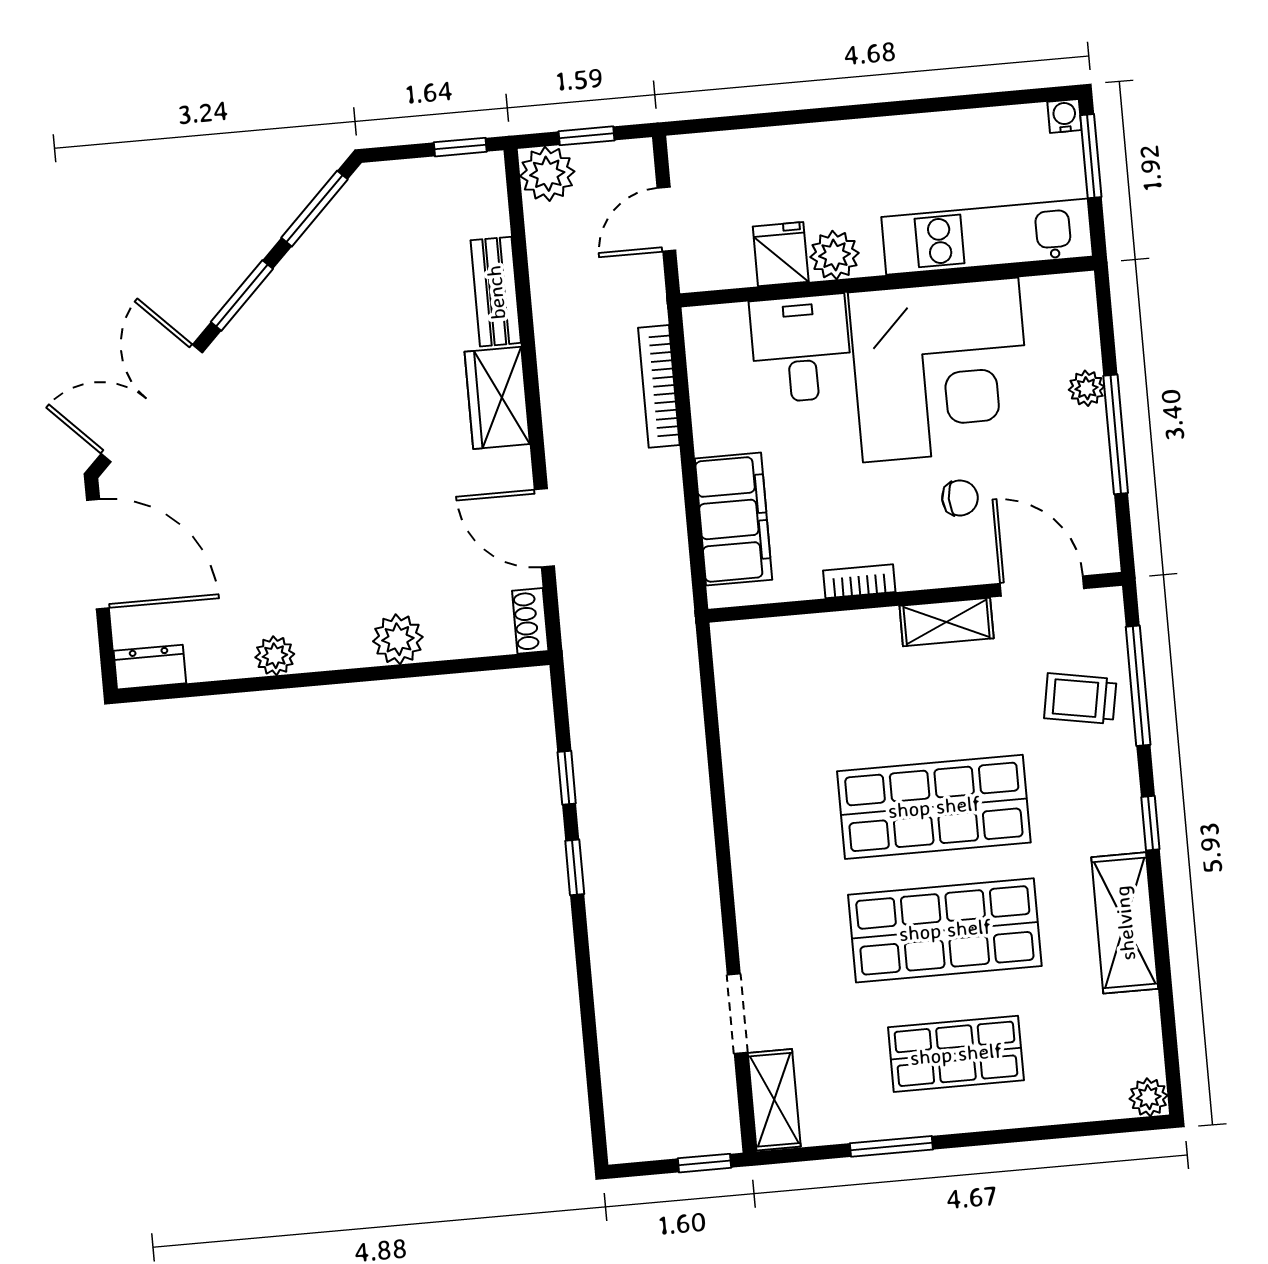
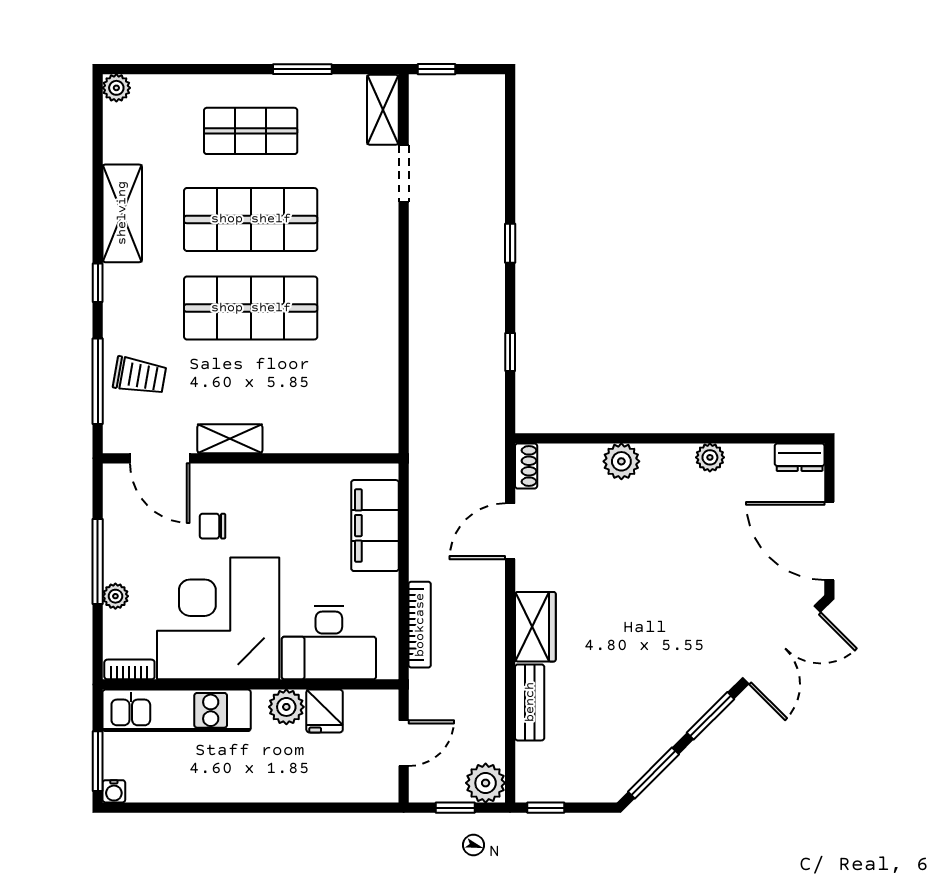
desk: (801, 349) -> (329, 642), width x1.37
door: (544, 528) -> (510, 531), swing flipped
bookcase: (859, 581) -> (129, 669), moved, turned 180
window: (575, 867) -> (510, 243), moved

